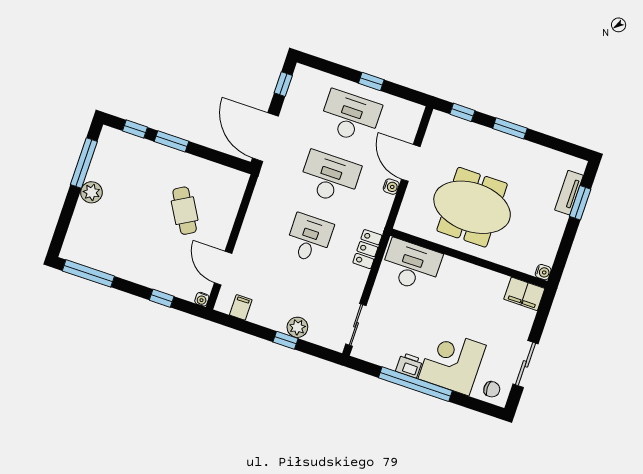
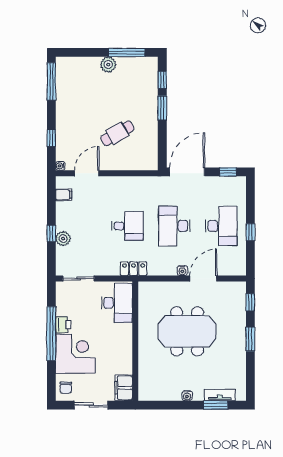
desk: (330, 177) -> (174, 226), turned 180
meeting table: (472, 207) -> (187, 331), turned 90
wall: (469, 258) -> (135, 341), moved
desk: (411, 265) -> (117, 303), moved
water cooler: (543, 272) -> (187, 396), moved
filing cabinet: (524, 294) -> (124, 388), moved

